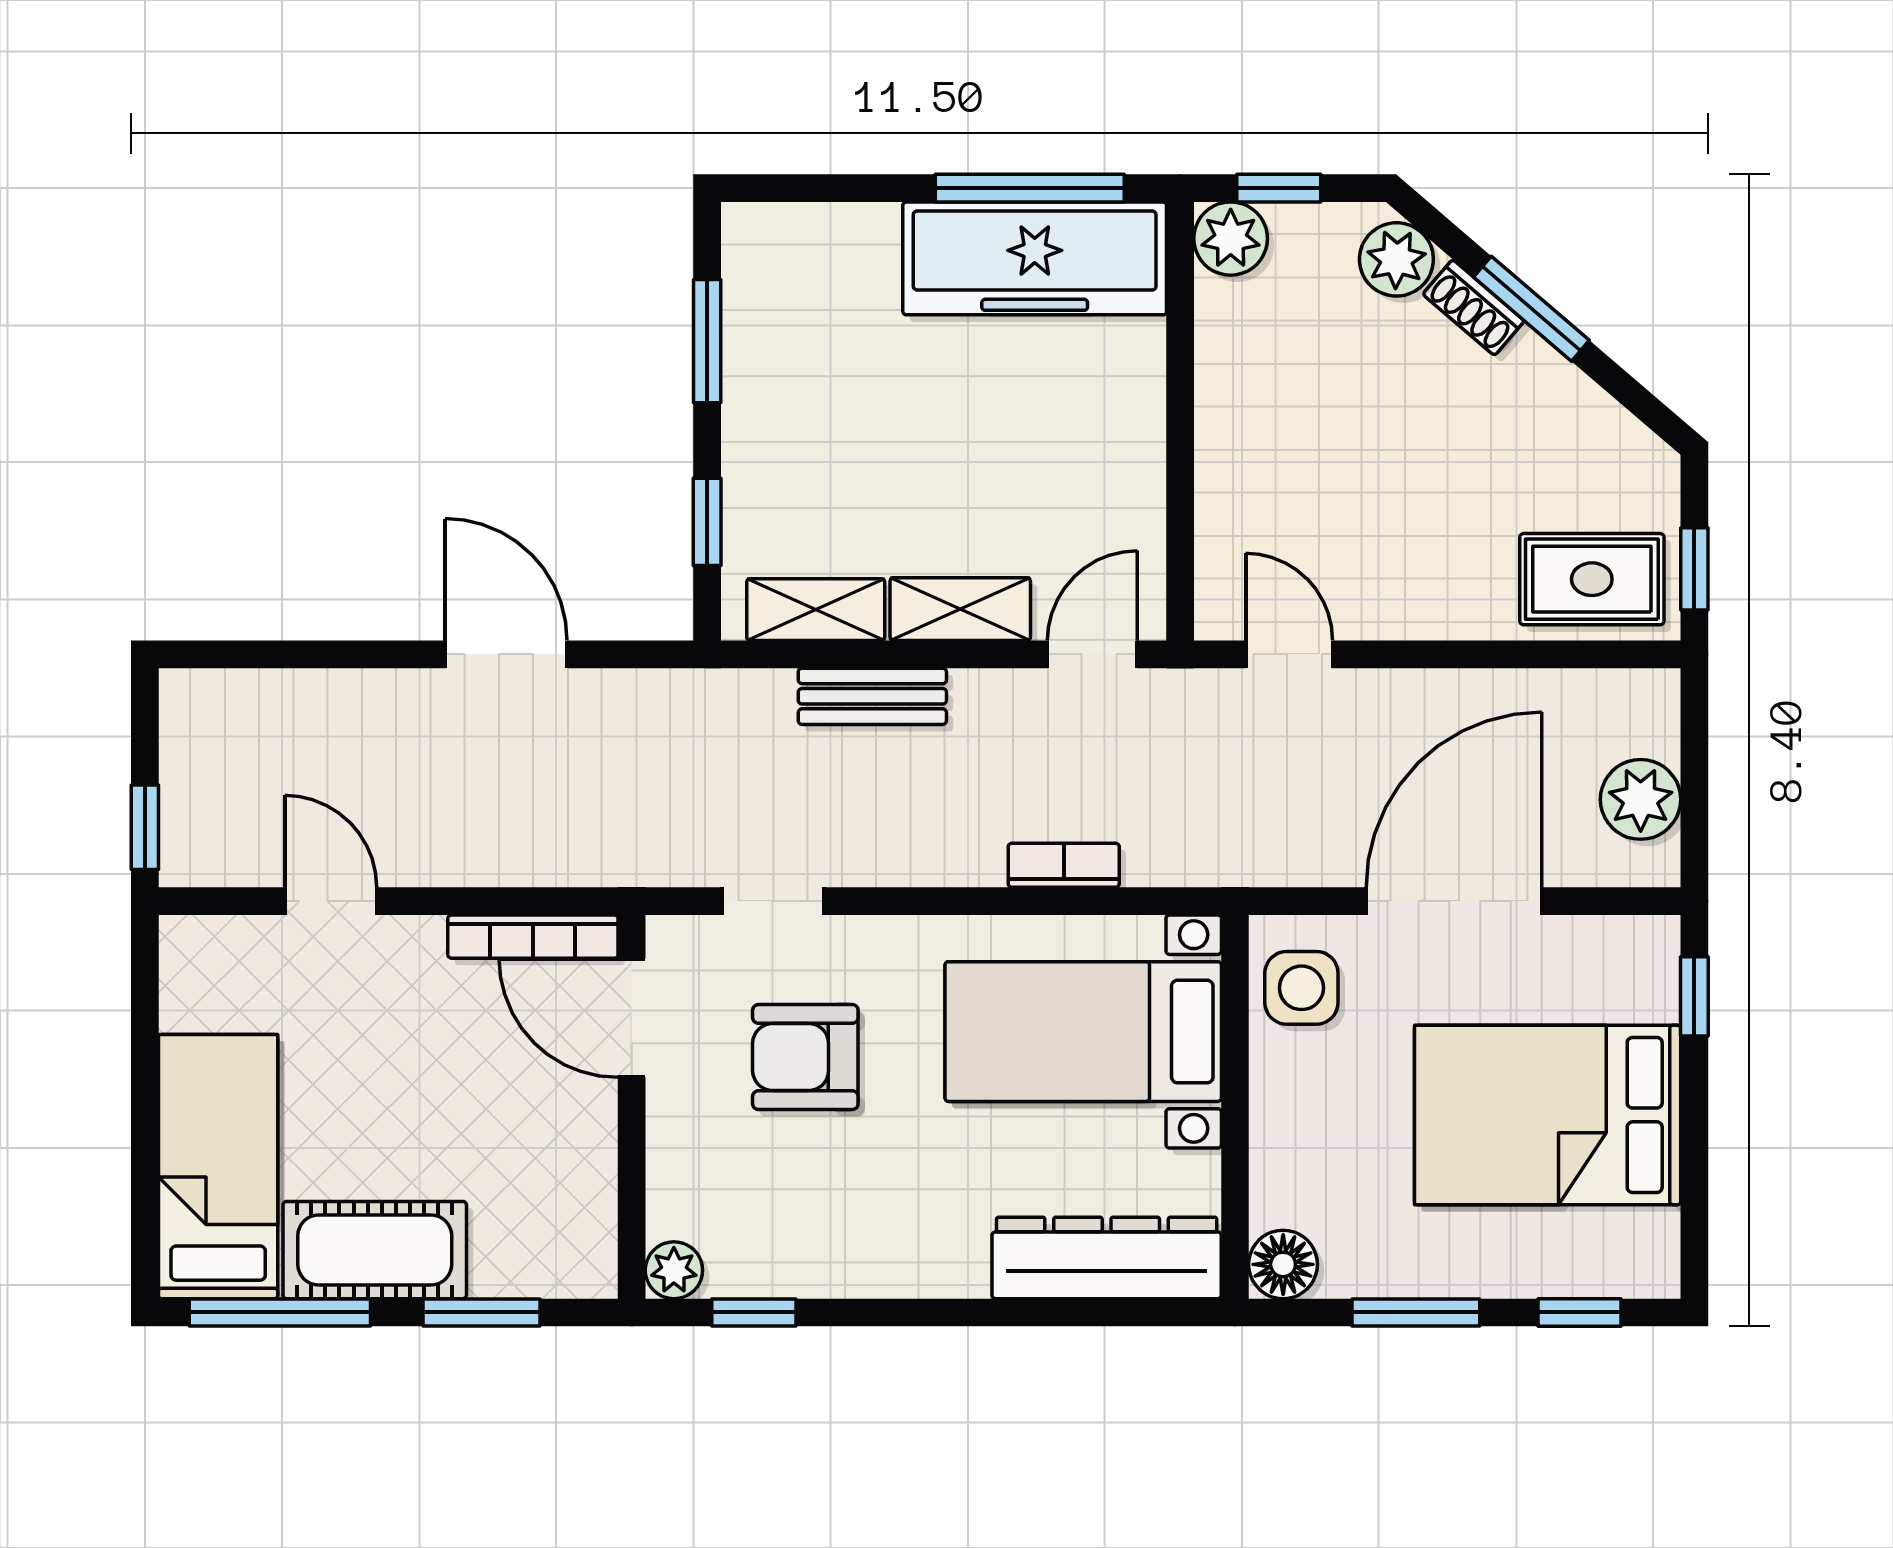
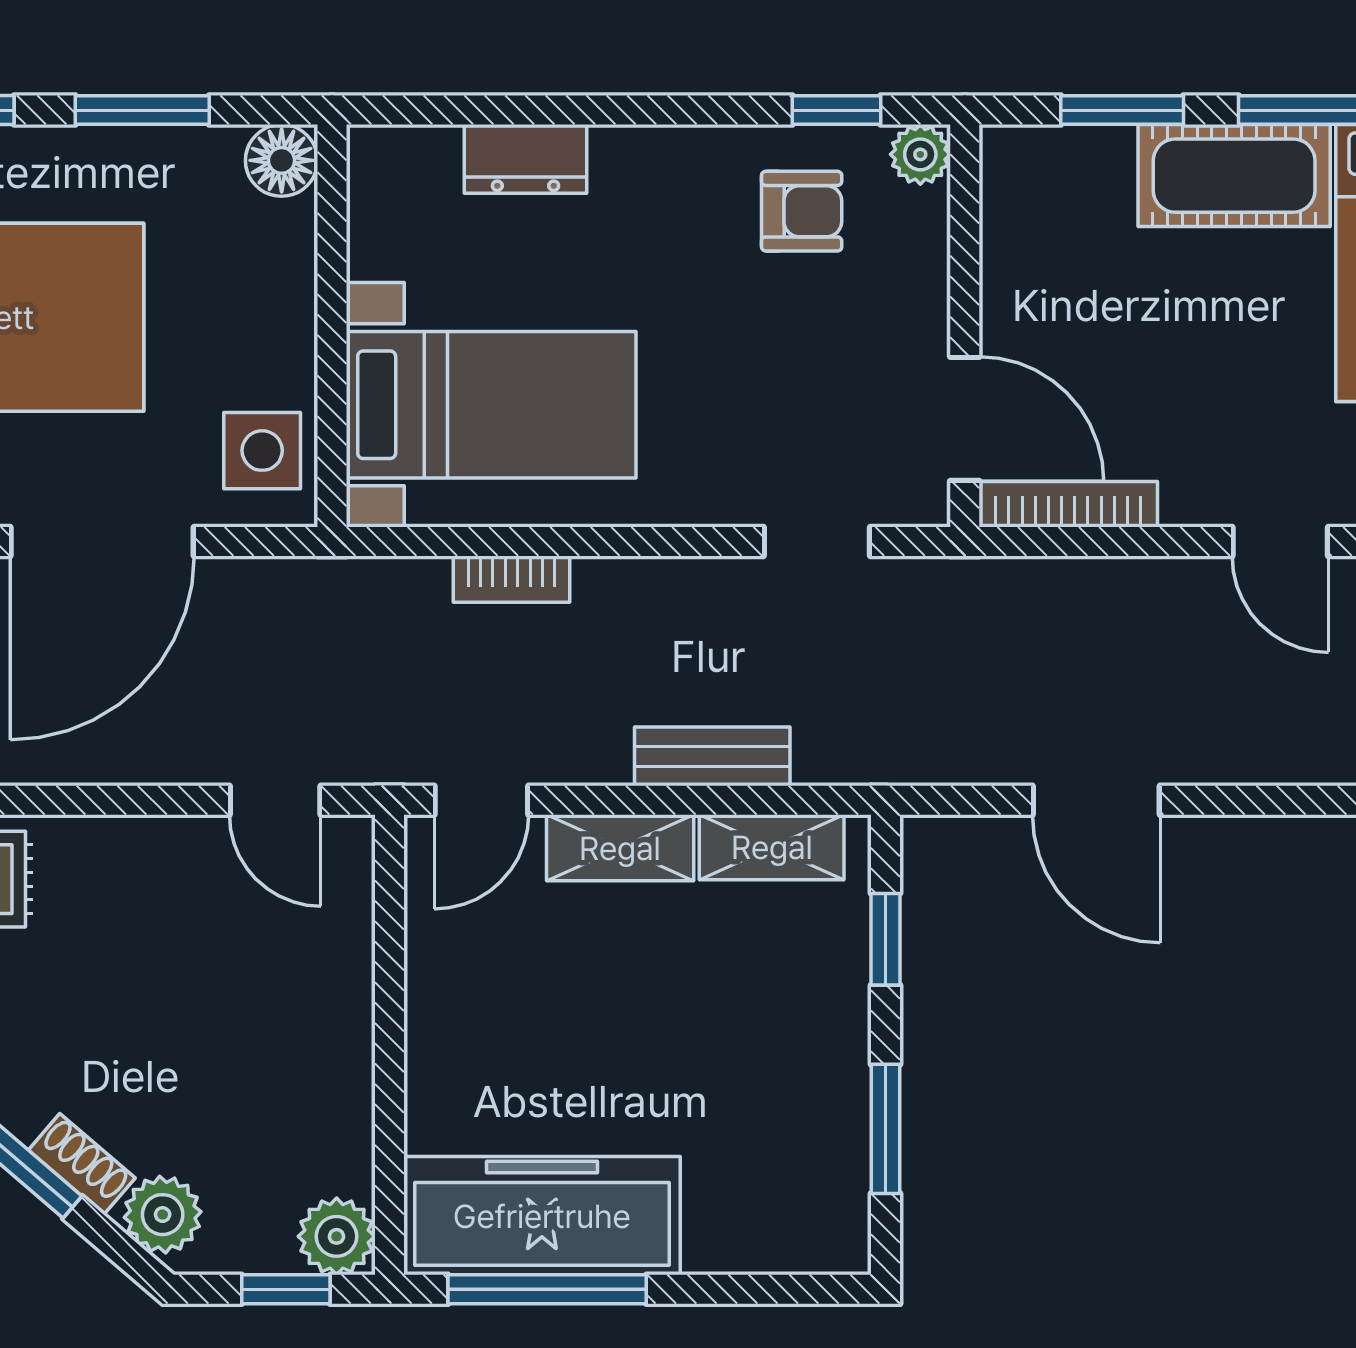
armchair: (805, 1057) -> (802, 211), moved, width x0.72, depth x0.72
dresser: (1107, 1258) -> (526, 159), width x0.51, depth x0.80

